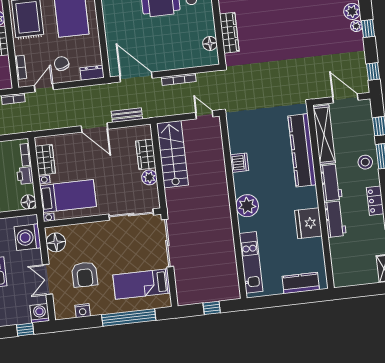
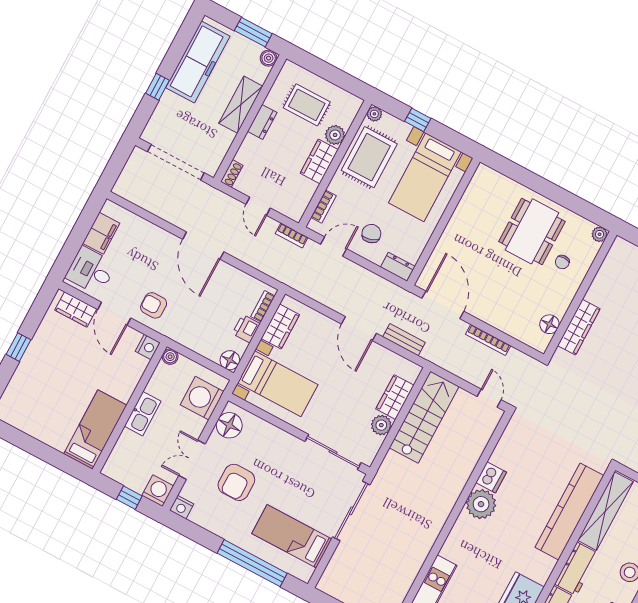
plant: (247, 206) -> (481, 504), moved
nightstand: (83, 311) -> (182, 507), moved

